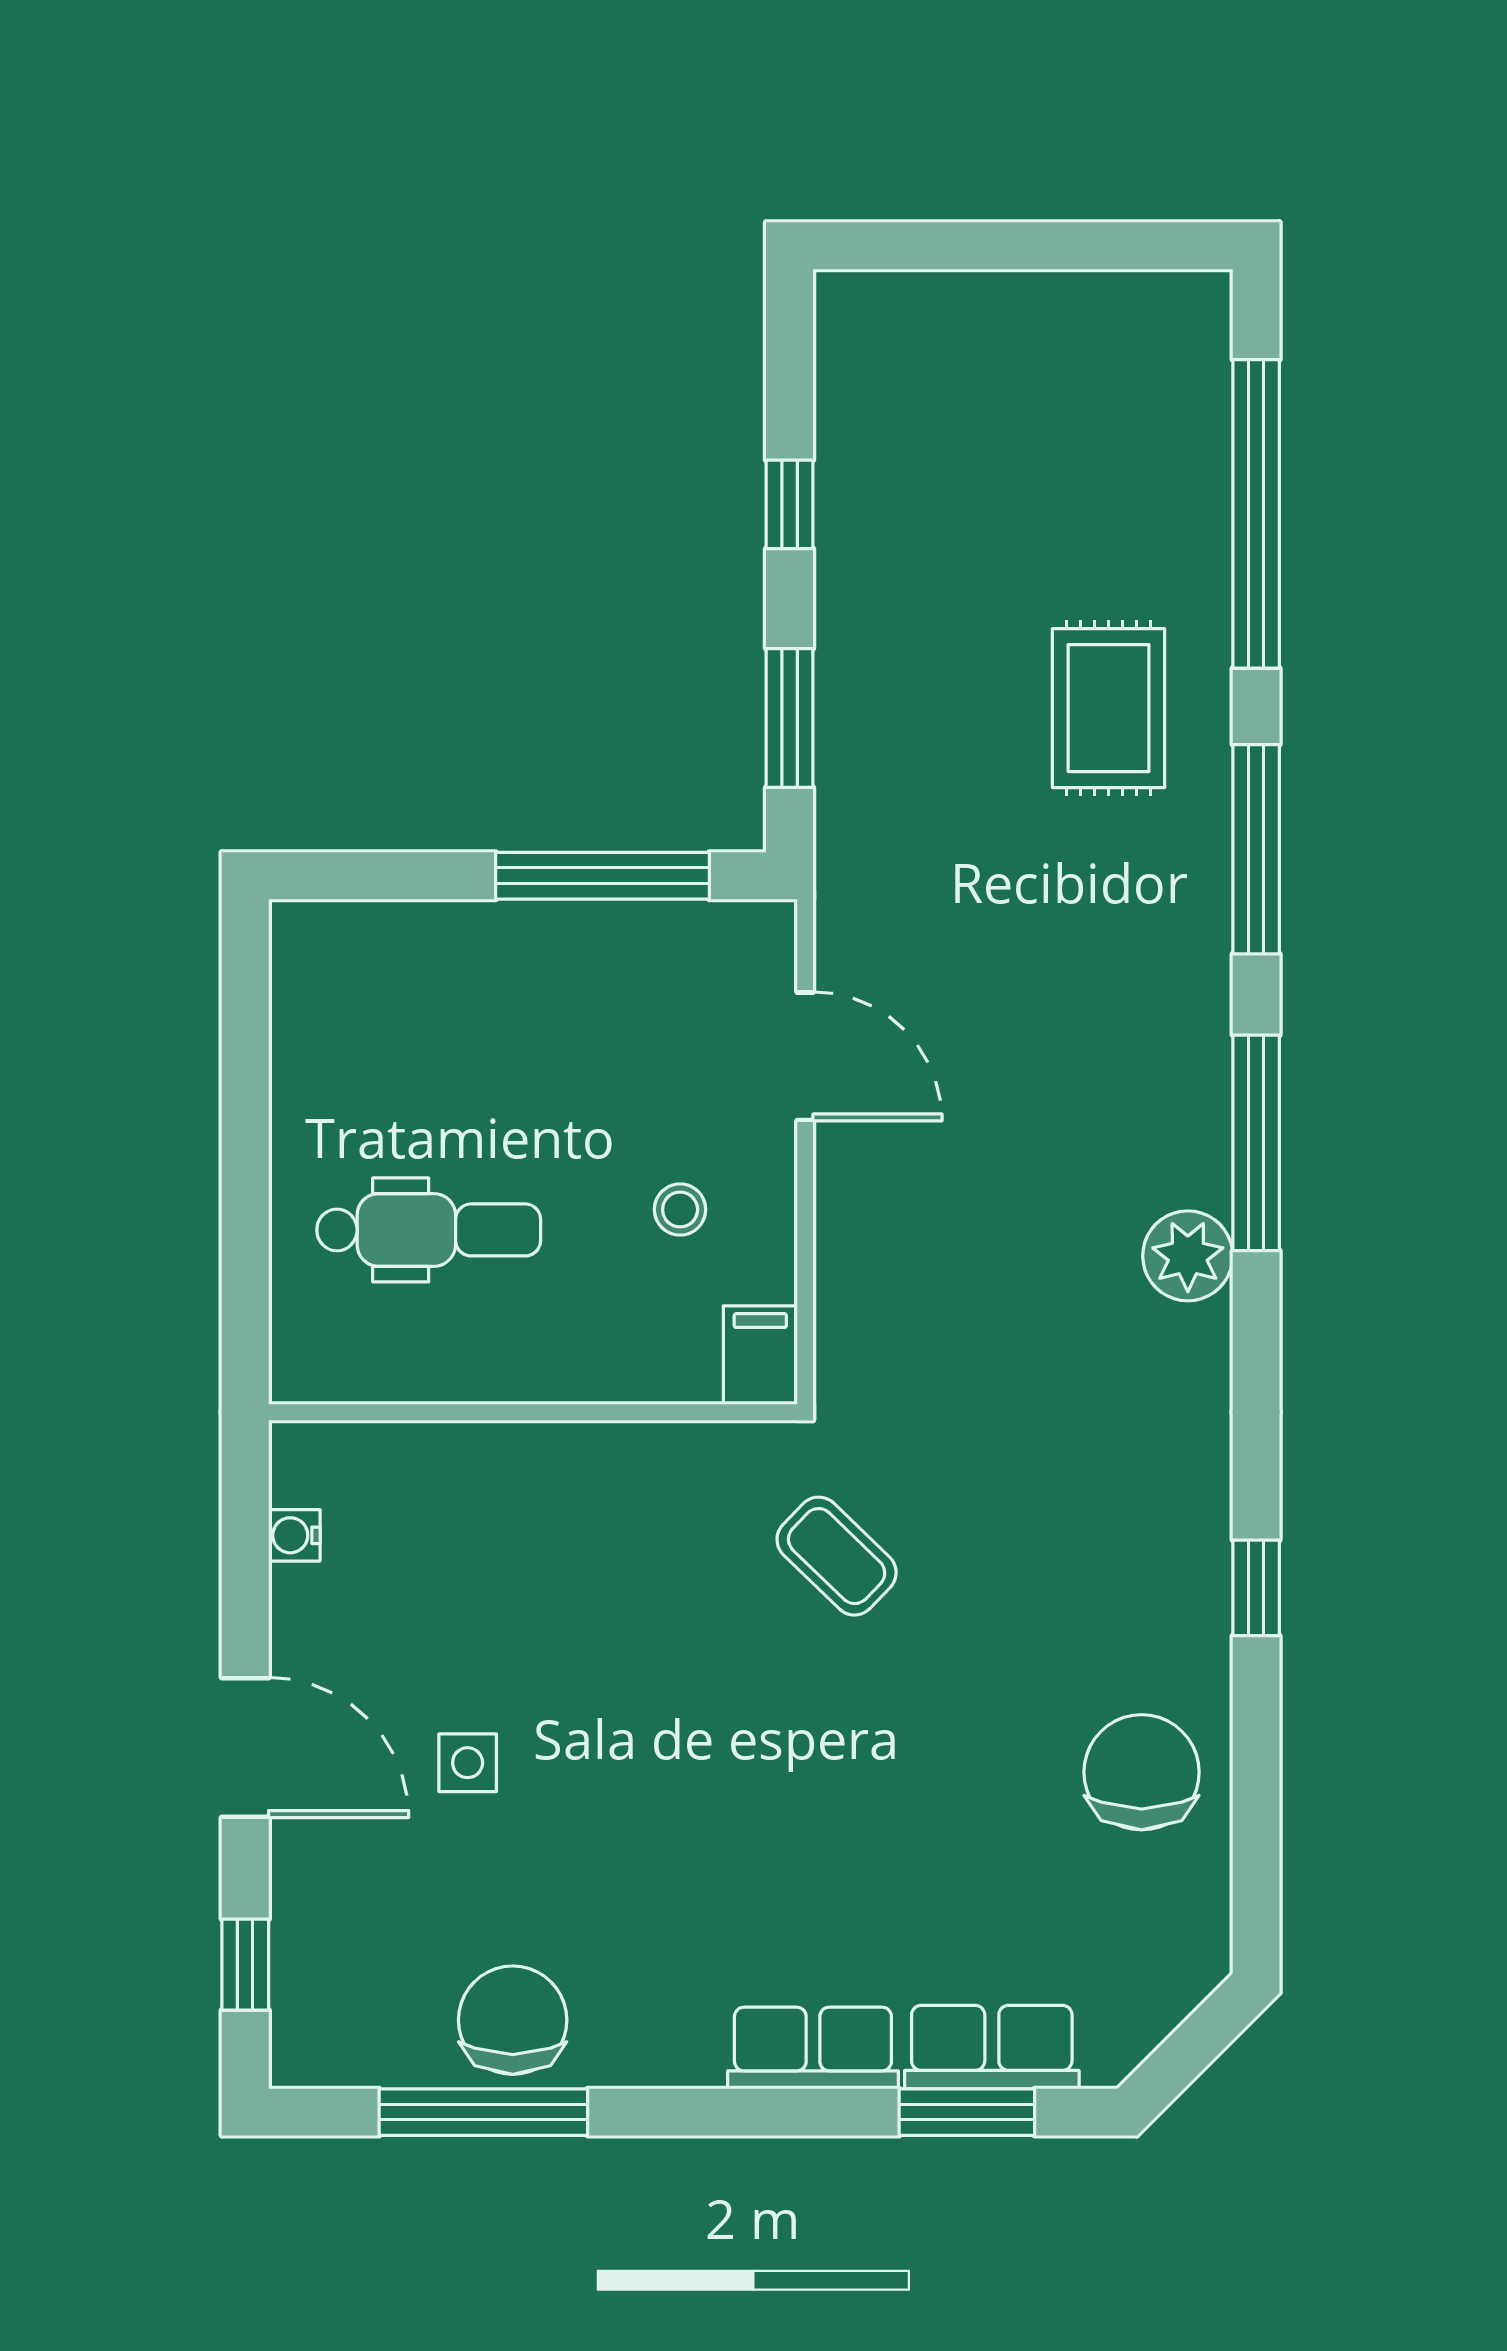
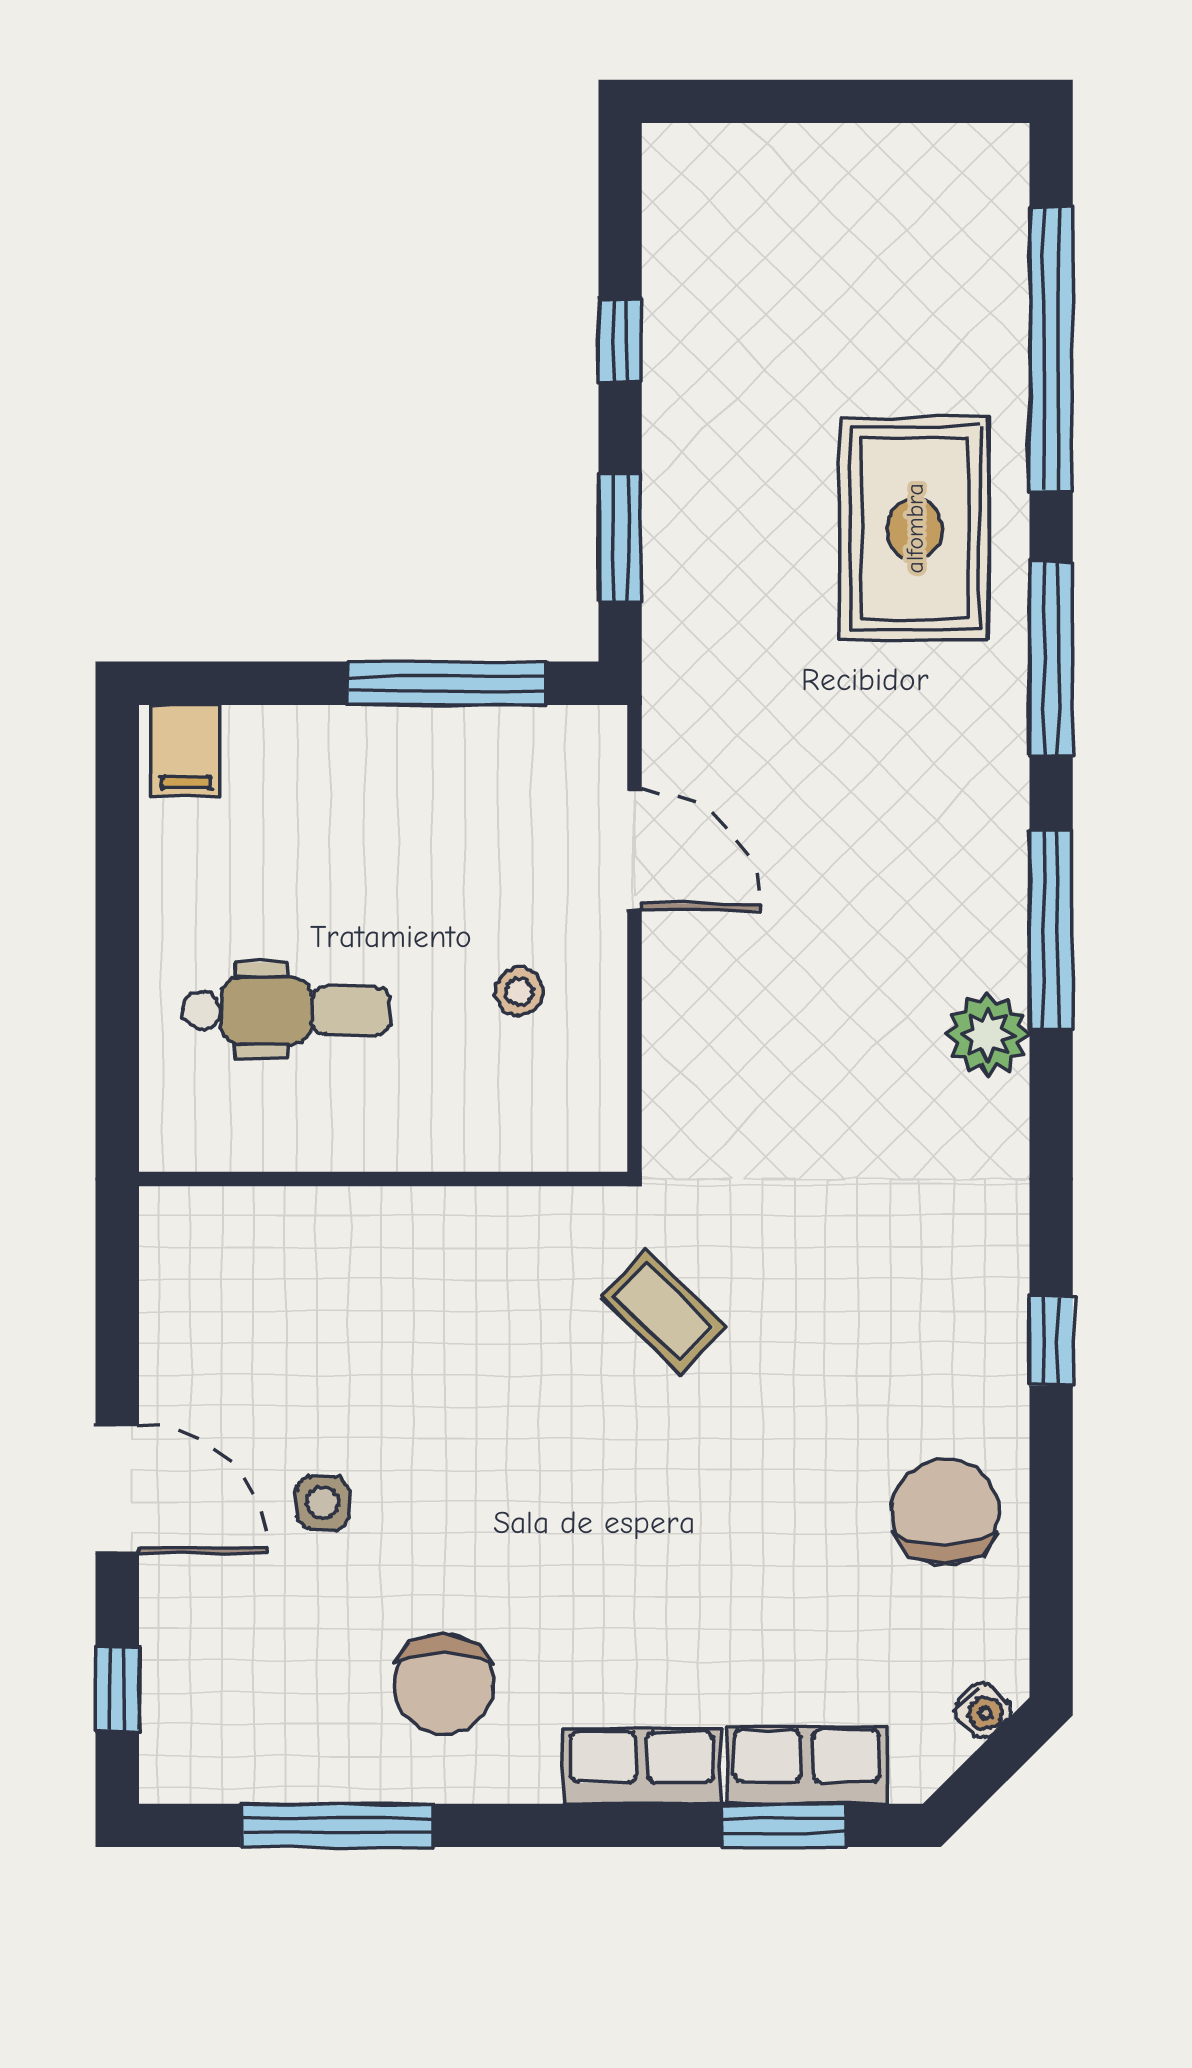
rug: (1108, 708) -> (915, 528), width x1.36, depth x1.43
filing cabinet: (760, 1355) -> (186, 750), moved, turned 180
water cooler: (294, 1535) -> (983, 1710), moved, turned -135
chair: (513, 2020) -> (444, 1684), moved, turned 180

